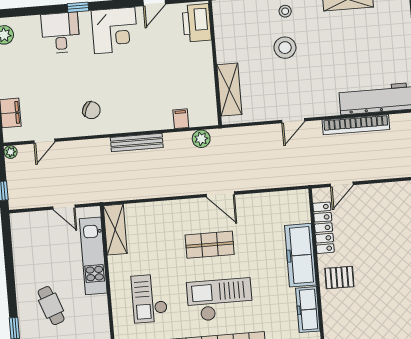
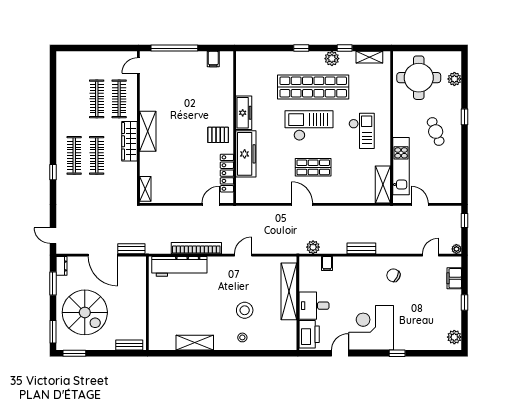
corner desk: (115, 30) -> (371, 328), width x1.36, depth x1.36
desk: (60, 33) -> (314, 306), moved, turned 90
shelving: (229, 90) -> (289, 291), width x1.47
bench: (137, 142) -> (361, 248), width x0.73
checkout: (220, 300) -> (309, 126), turned 180

